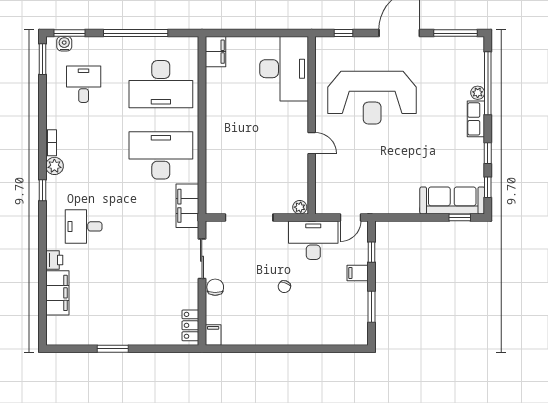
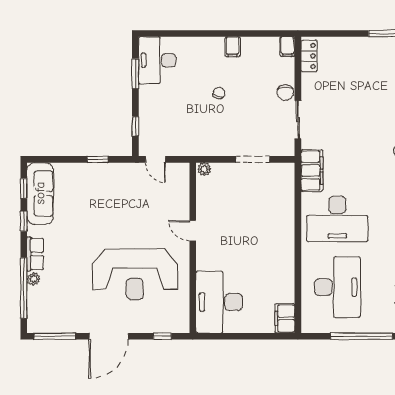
desk: (161, 84) -> (337, 287), turned 90
reception desk: (372, 98) -> (135, 274), turned 180
sofa: (452, 200) -> (40, 193), moved, turned -90
doorway: (249, 217) -> (253, 159), width x0.73
door: (350, 217) -> (155, 159), swing flipped
window: (460, 217) -> (98, 159), moved
desk: (313, 240) -> (157, 60), moved, turned 90
filing cabinet: (358, 273) -> (233, 47), moved, turned 90

